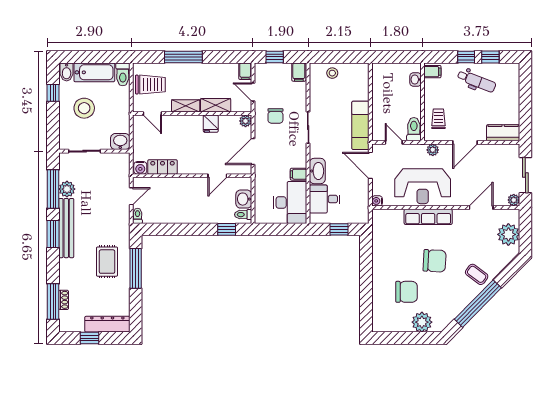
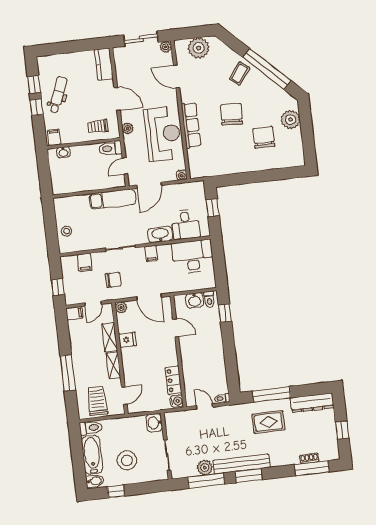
filing cabinet: (299, 72) -> (85, 262), moved, turned 90
filing cabinet: (298, 174) -> (151, 253), moved
dresser: (107, 324) -> (312, 403), moved, turned -90

